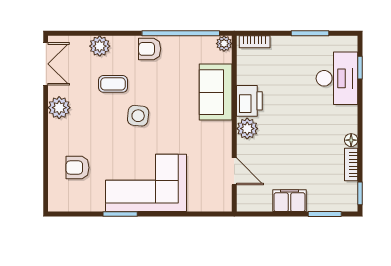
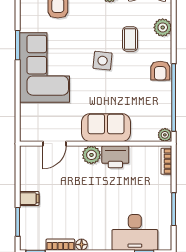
armchair: (150, 49) -> (160, 71), turned 180
sofa: (216, 92) -> (106, 128), moved
filing cabinet: (289, 201) -> (29, 199), width x0.50

